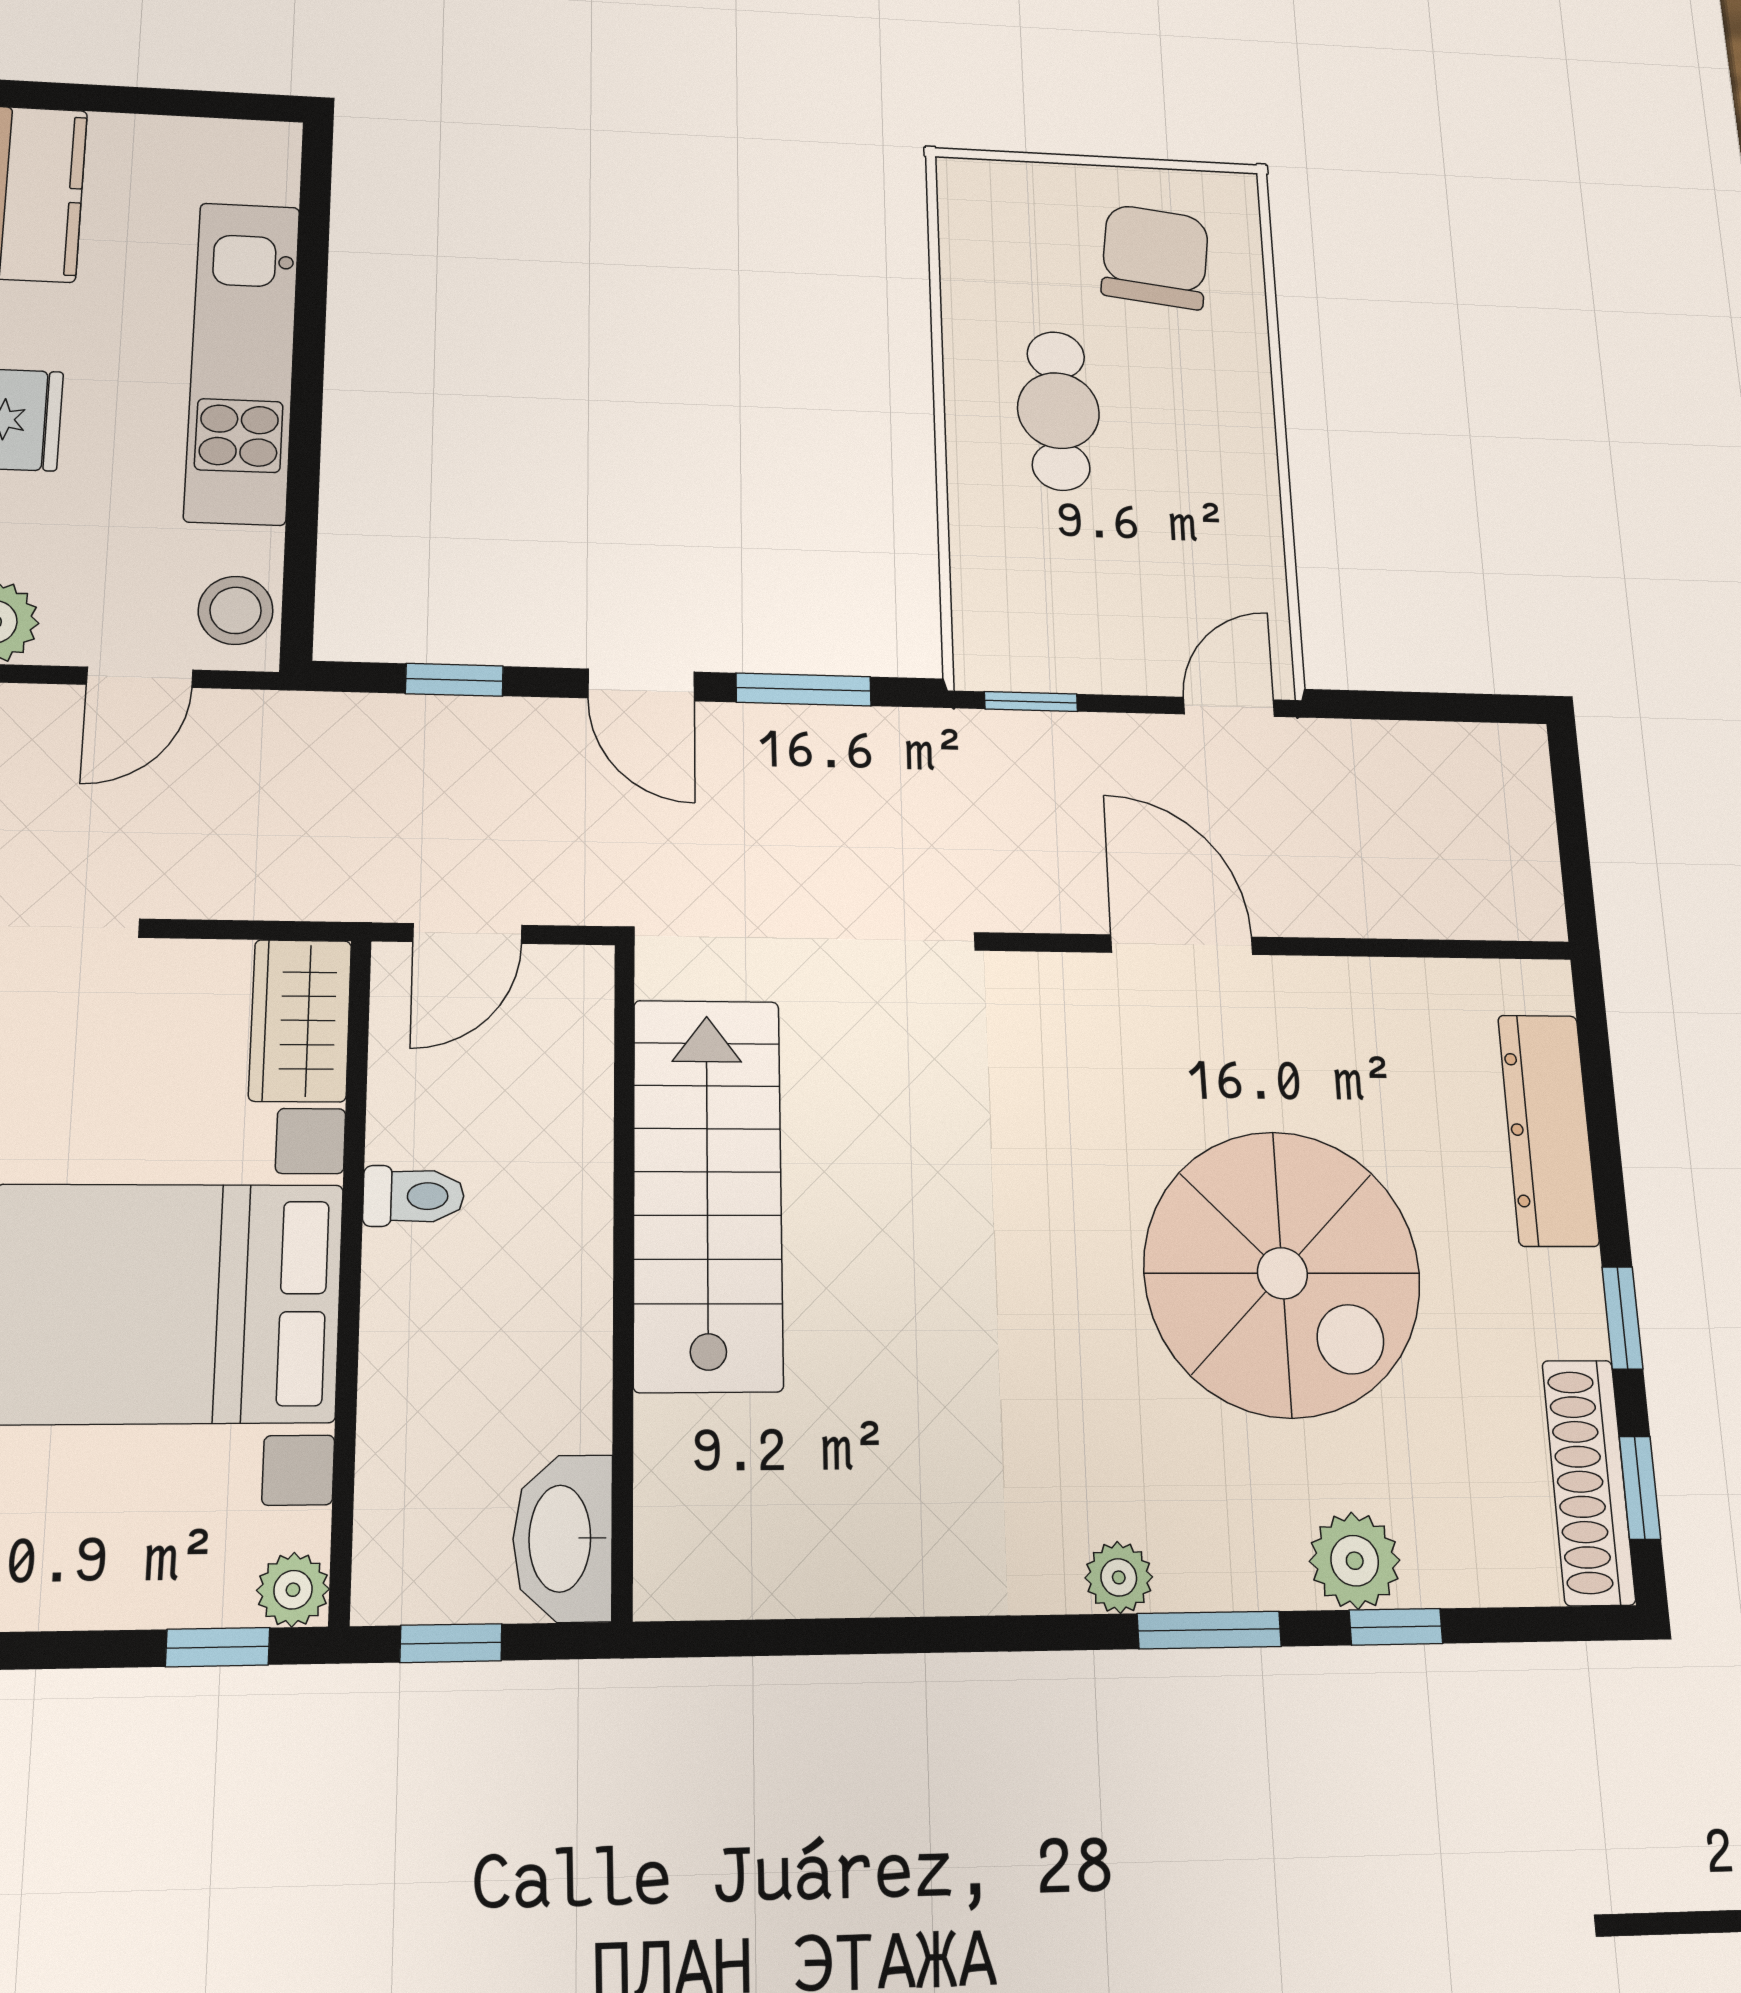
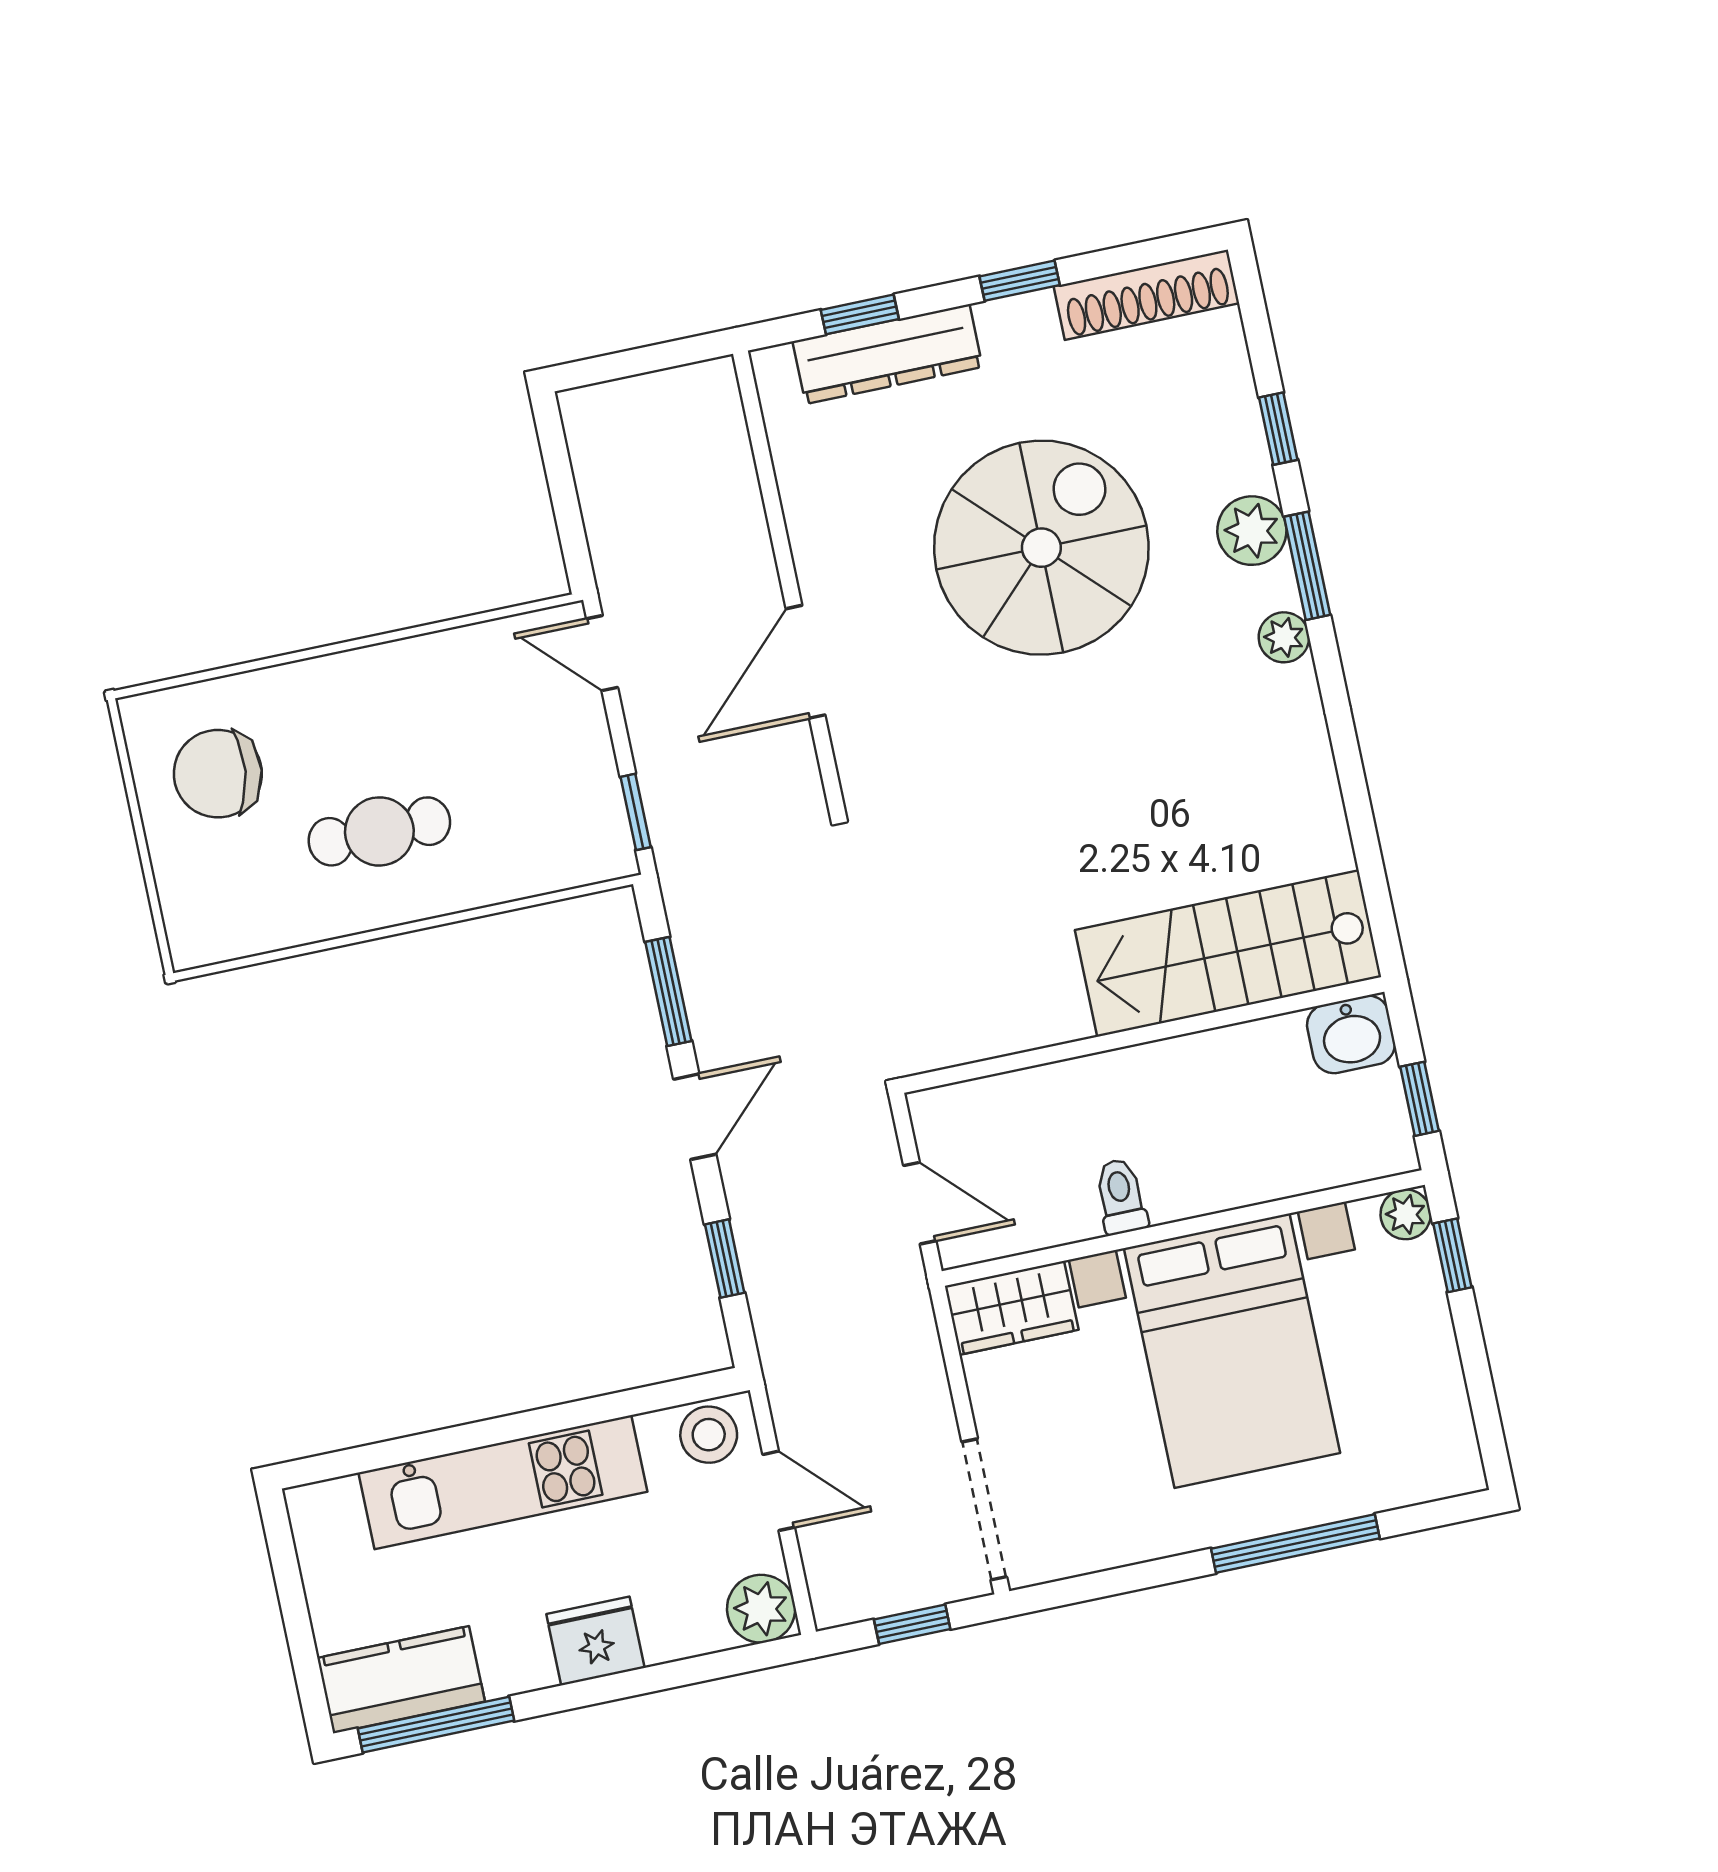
stairs: (708, 1193) -> (1228, 953), moved
window: (1640, 1488) -> (860, 314), moved
washbasin: (563, 1538) -> (1351, 1034), width x0.72
plant: (1355, 1561) -> (1252, 531), moved

